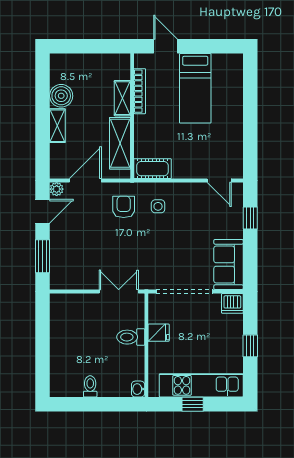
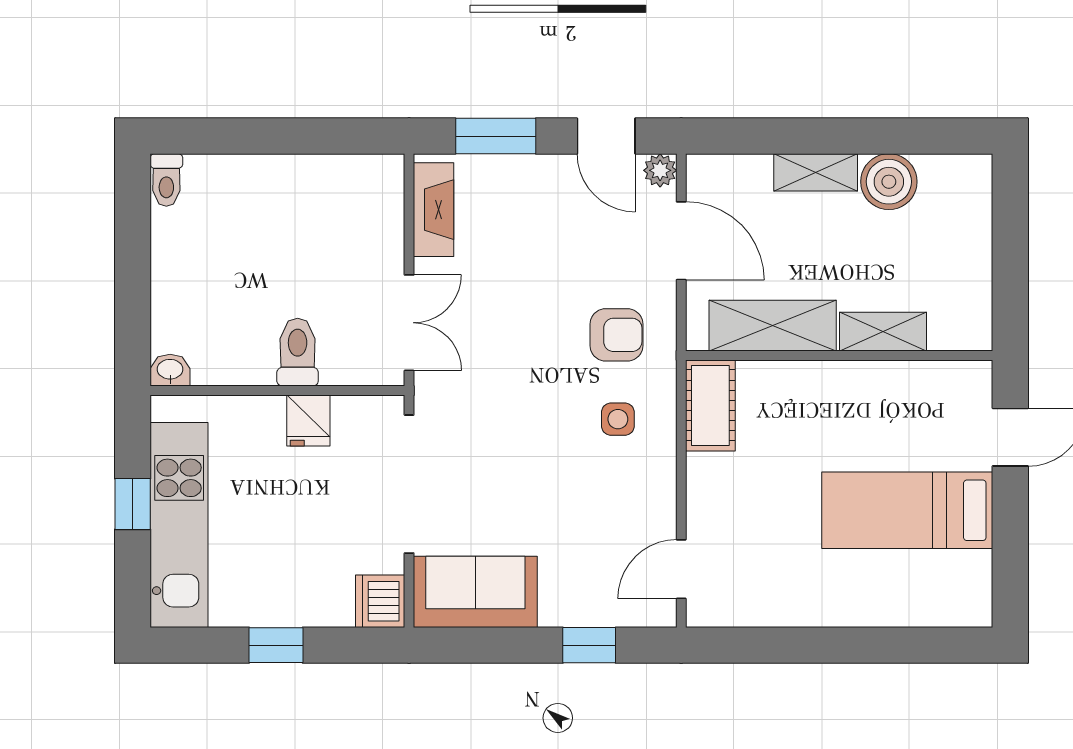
bookcase: (140, 91) -> (900, 374), removed
fireplace: (73, 282) -> (434, 210), added
toilet: (90, 386) -> (166, 180), moved, turned 90

